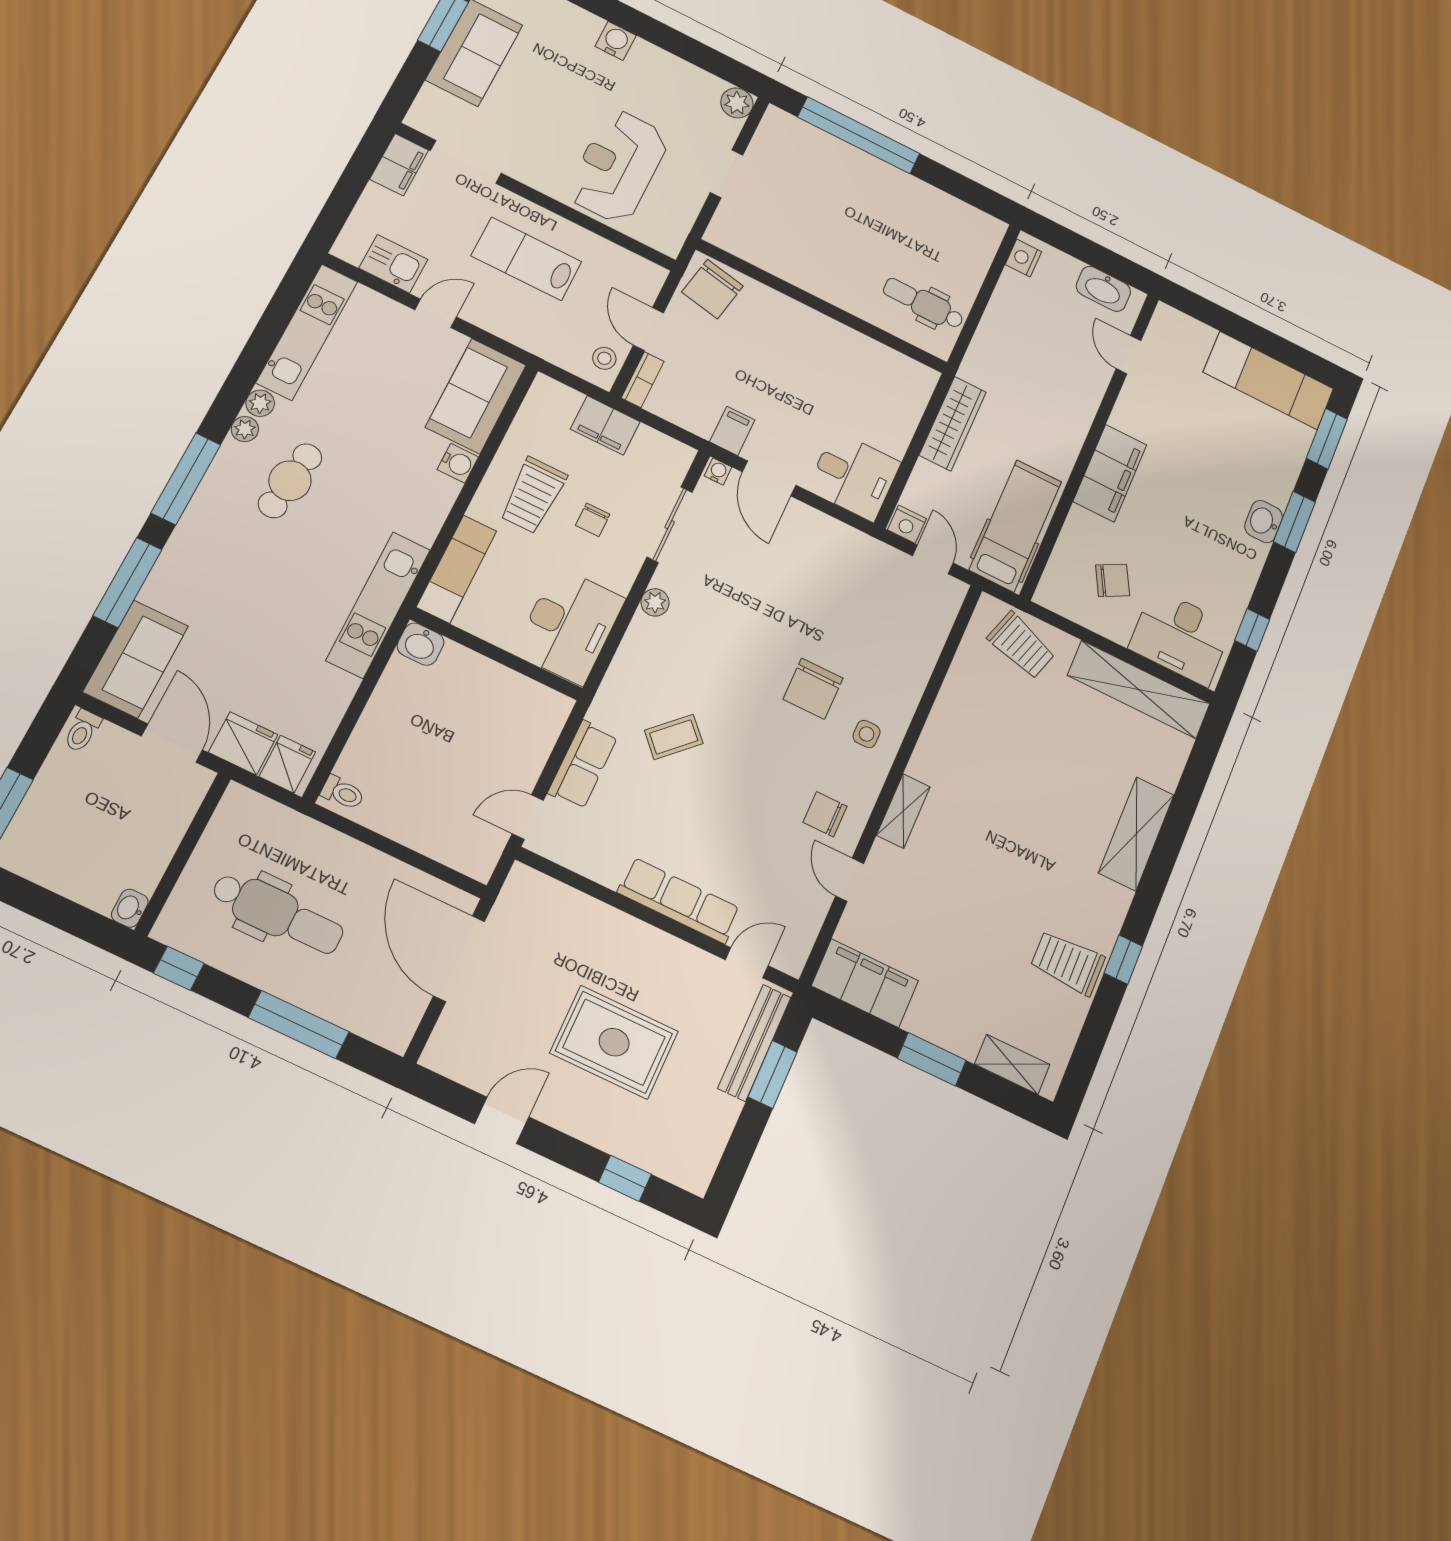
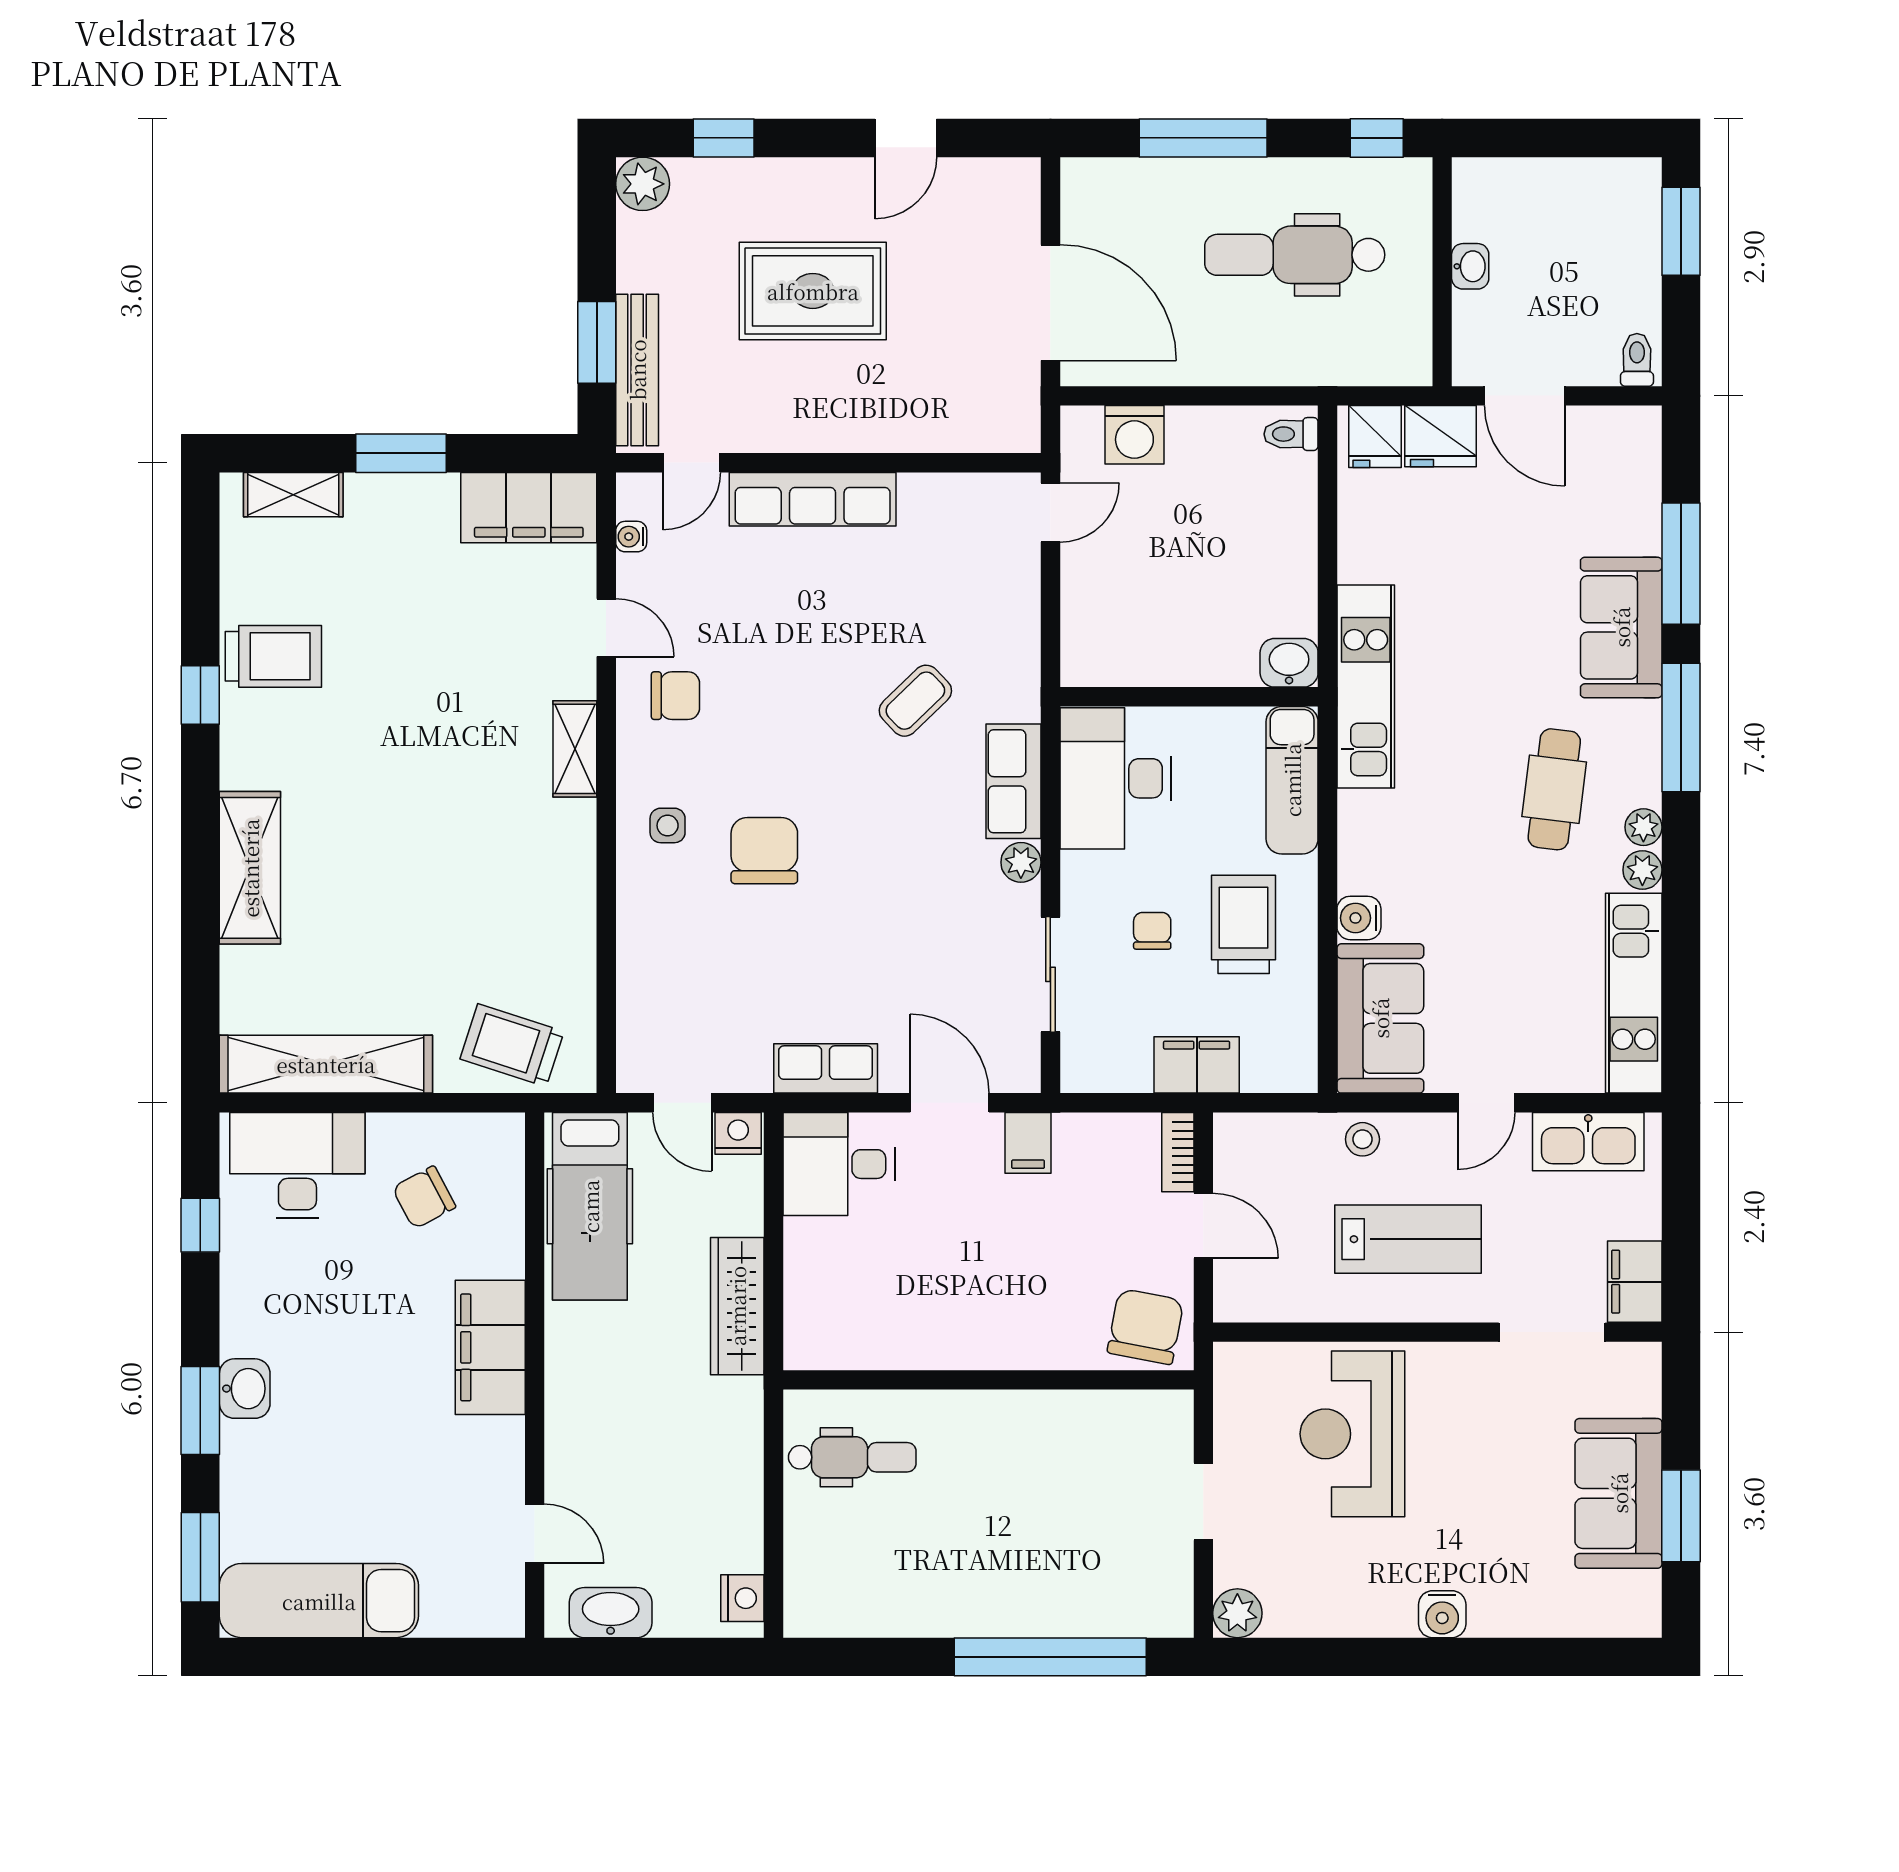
reception desk: (618, 166) -> (1352, 1434), turned 180
kitchen sink: (393, 264) -> (1588, 1142), width x1.38
stool: (604, 358) -> (1362, 1139), moved
water cooler: (718, 471) -> (631, 537), moved, turned 90
row of seats: (836, 537) -> (826, 1068), added
sofa: (136, 659) -> (1621, 627), moved
row of seats: (583, 765) -> (1014, 781), moved
washing machine: (447, 842) -> (1134, 435), added
washbasin: (130, 908) -> (1470, 266), moved
plant: (694, 1171) -> (643, 184), added

